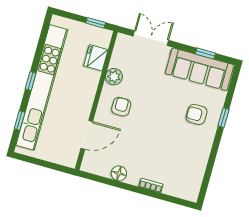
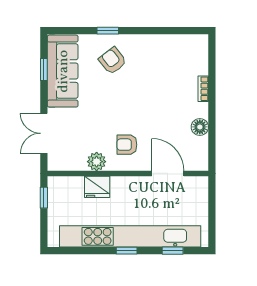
fridge: (96, 58) -> (97, 187), moved
armchair: (197, 114) -> (113, 61), turned 142

